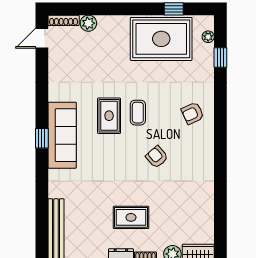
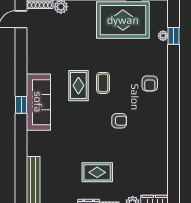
plant: (208, 37) -> (163, 36), moved
armchair: (193, 113) -> (150, 83), turned -65
armchair: (157, 157) -> (119, 121), turned 131

